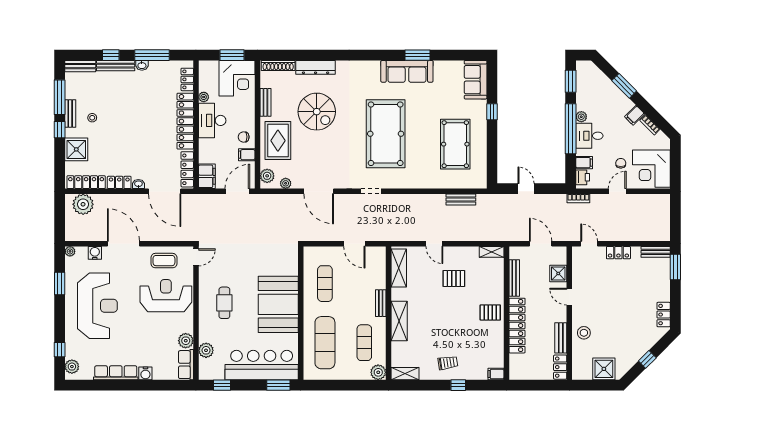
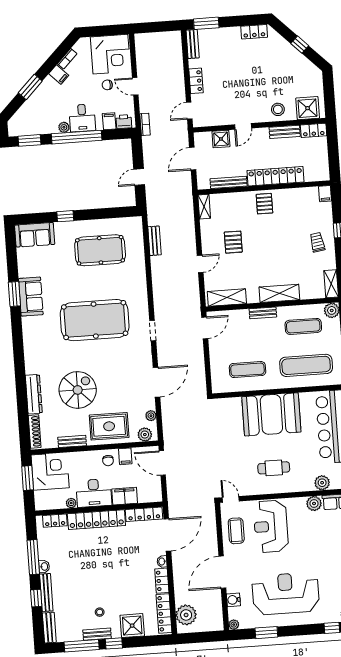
sofa: (407, 71) -> (31, 297), width x0.73
filing cabinet: (207, 176) -> (125, 496), moved
door: (354, 244) -> (205, 328), moved
shower: (604, 369) -> (308, 108), moved

